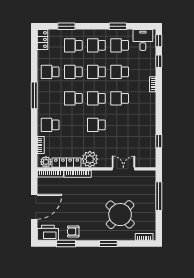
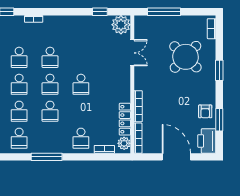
plant: (90, 159) -> (121, 25), moved
double door: (123, 169) -> (132, 53), swing flipped

